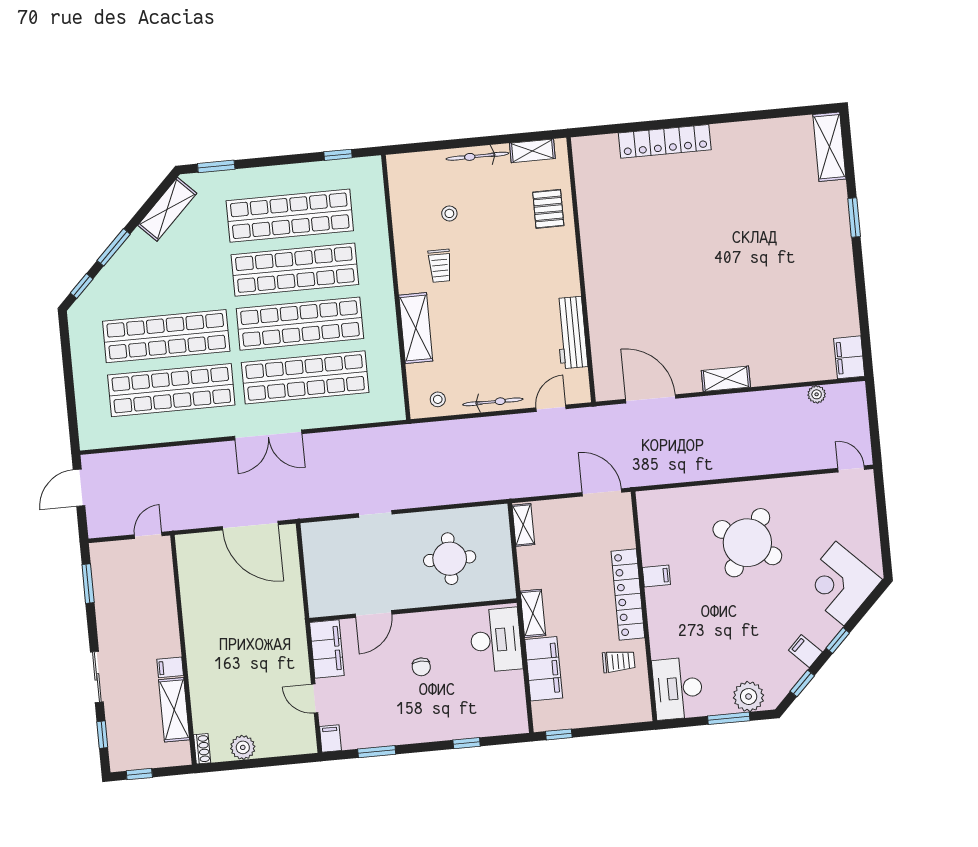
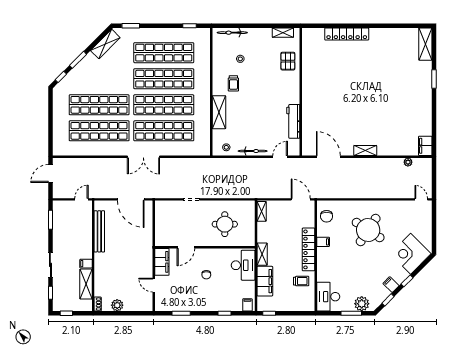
bicycle: (477, 156) -> (232, 33), moved
chair: (659, 522) -> (327, 216), added
bench: (191, 598) -> (99, 231), added
filing cabinet: (330, 738) -> (247, 305), moved

